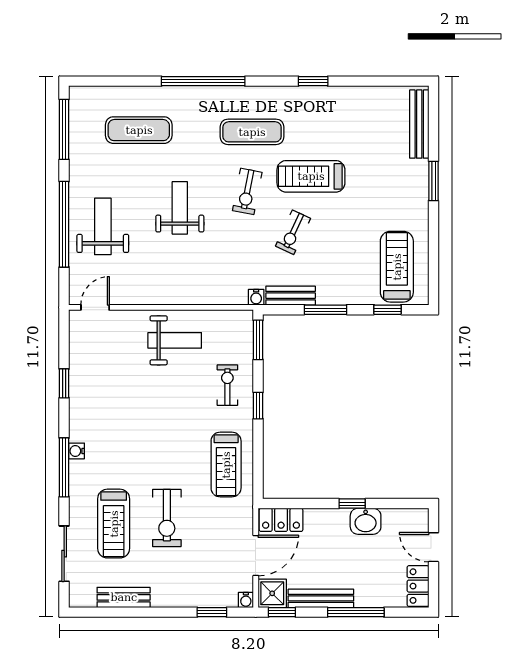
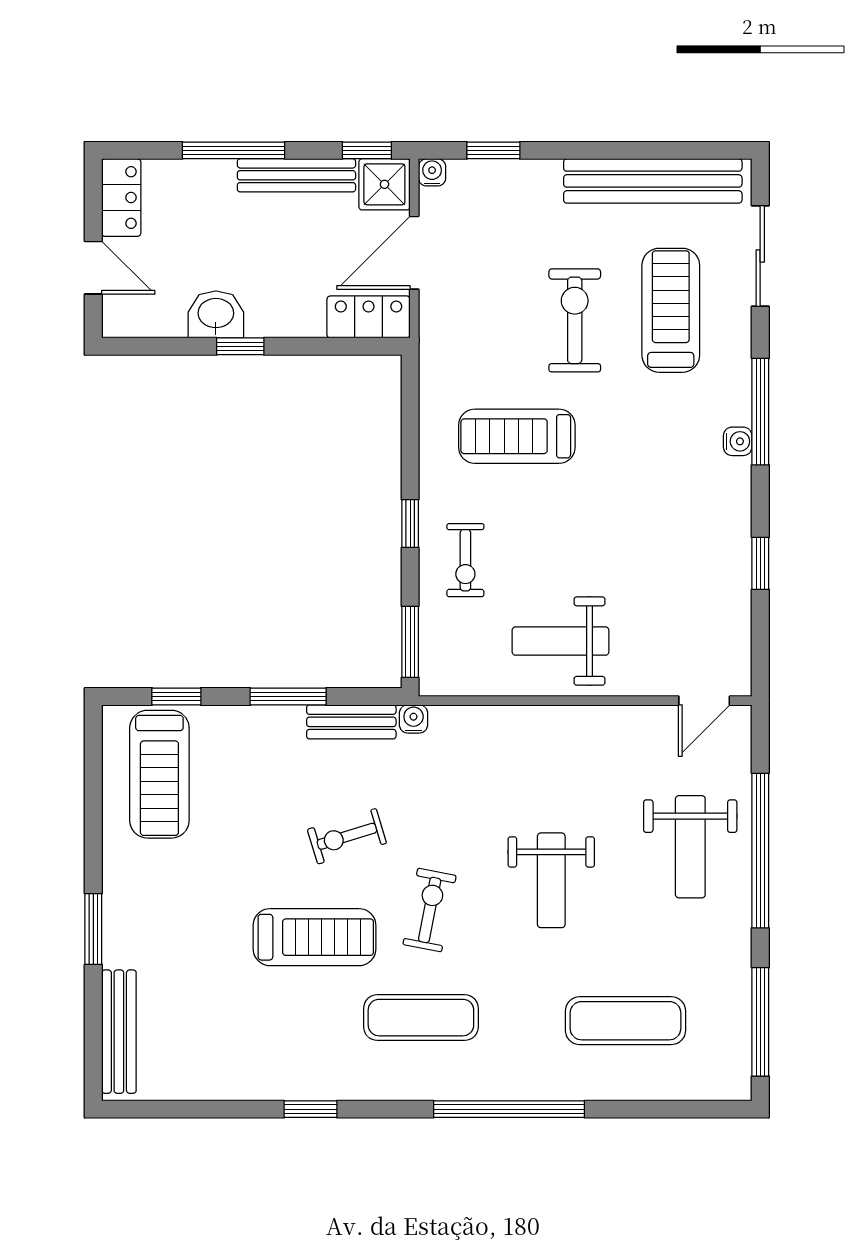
exercise bike: (293, 232) -> (347, 836), turned -132
treadmill: (226, 465) -> (517, 436), moved, turned -90
bench: (124, 597) -> (653, 181), width x1.86, depth x1.21

